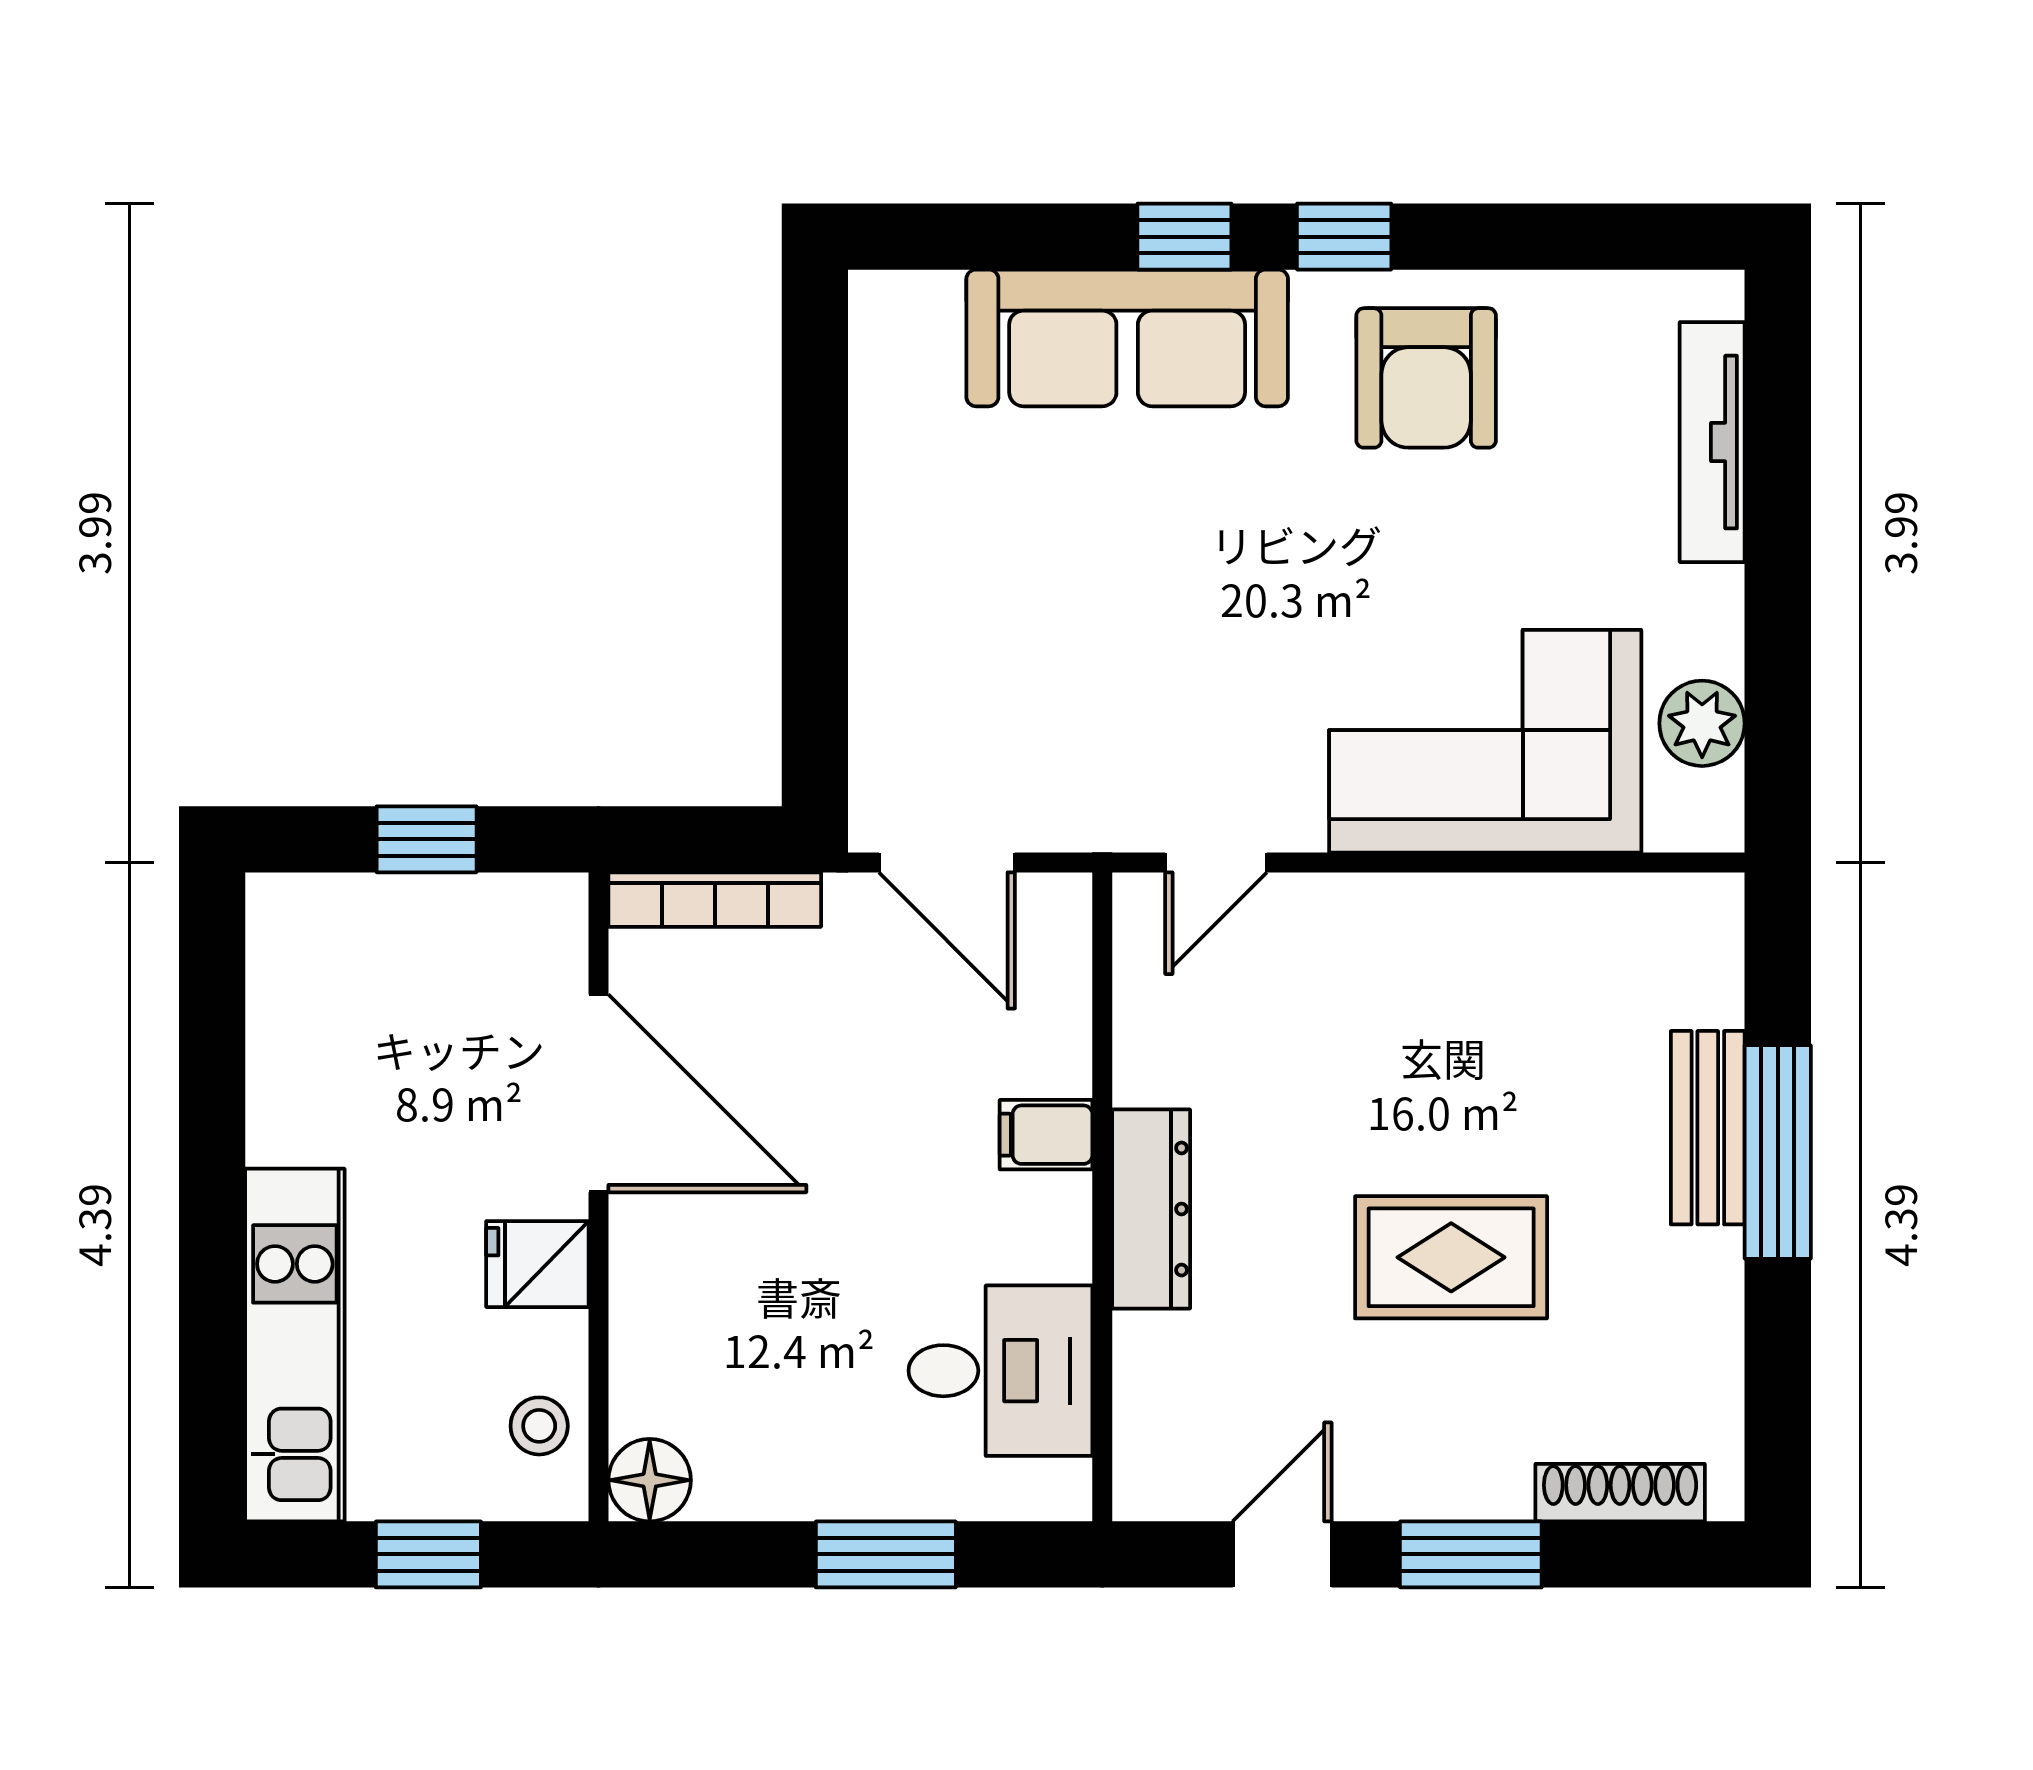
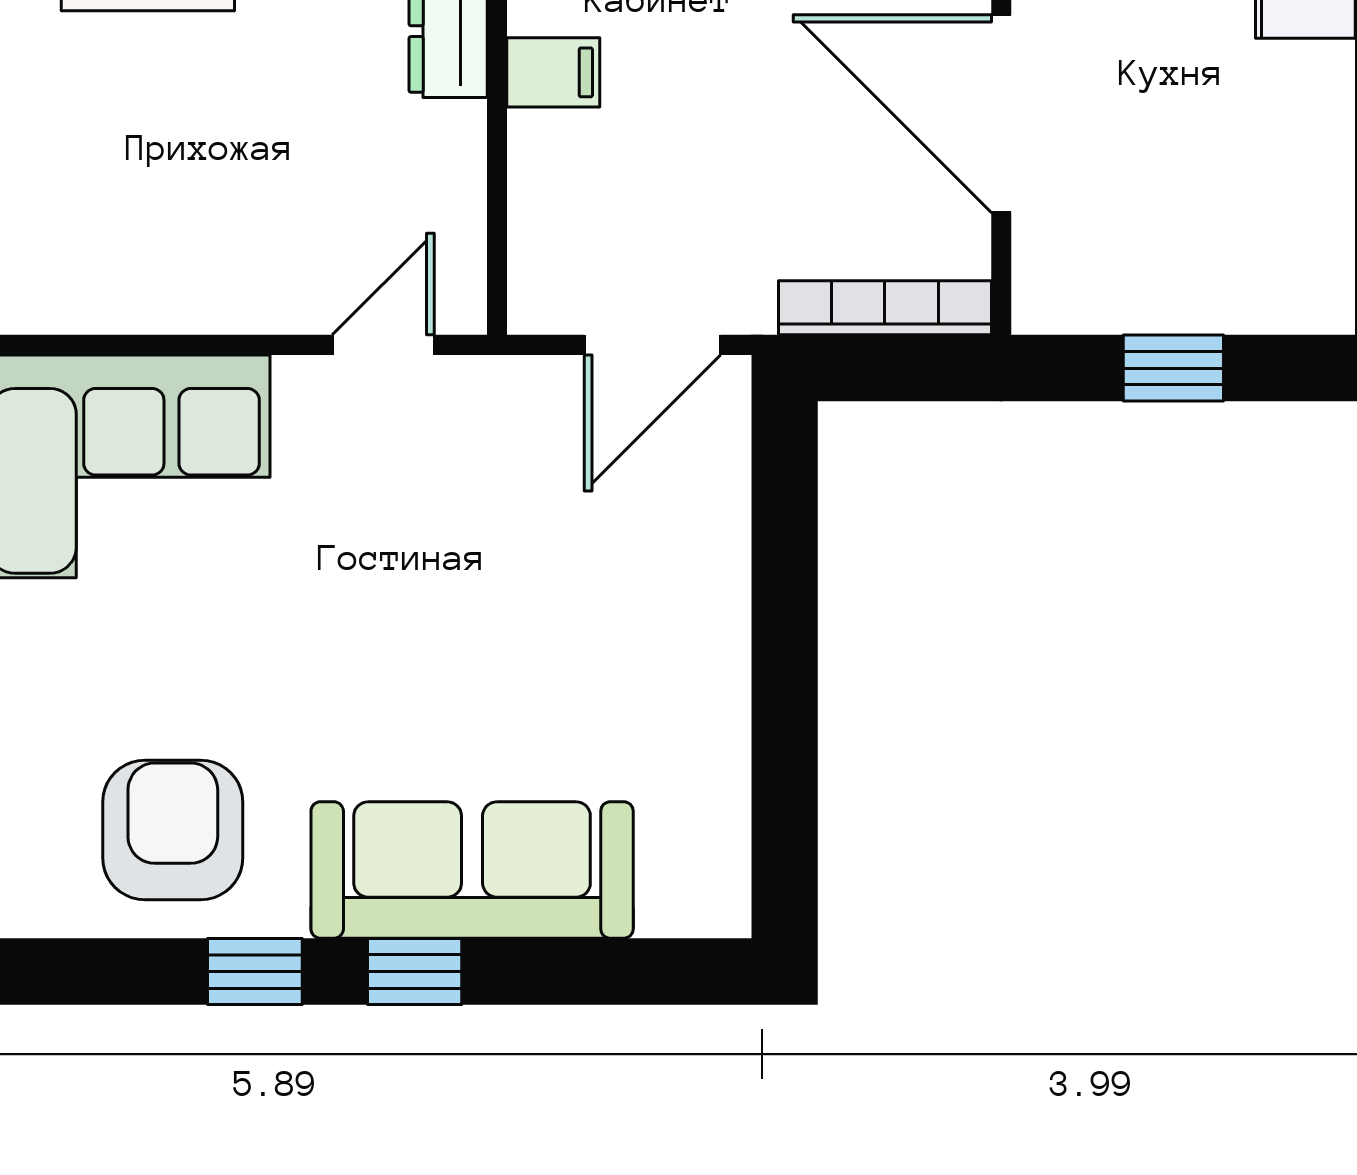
door: (947, 862) -> (653, 345), swing flipped

